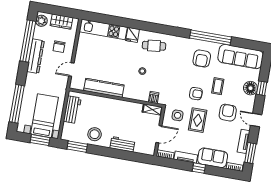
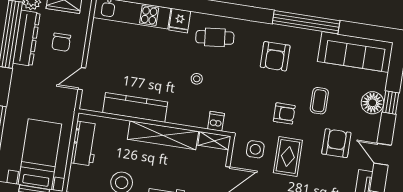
dresser: (36, 56) -> (27, 38), moved
armchair: (202, 59) -> (275, 56), moved
shelving: (121, 105) -> (163, 135), added

